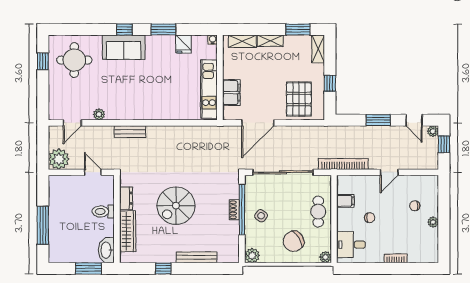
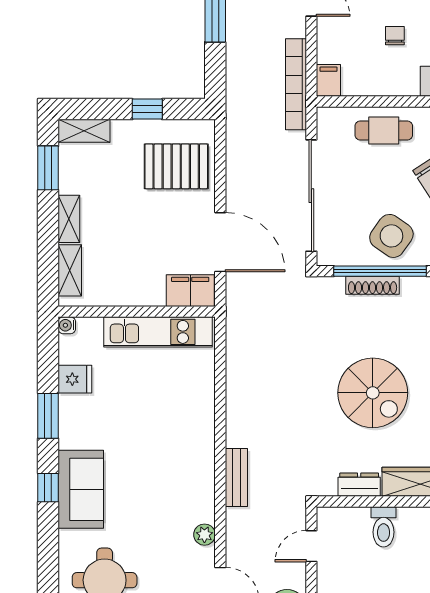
filing cabinet: (231, 93) -> (190, 291), moved
filing cabinet: (345, 201) -> (328, 80), moved
shoe rack: (234, 210) -> (373, 285), width x1.43
side table: (261, 216) -> (391, 236), width x1.87, depth x1.87

